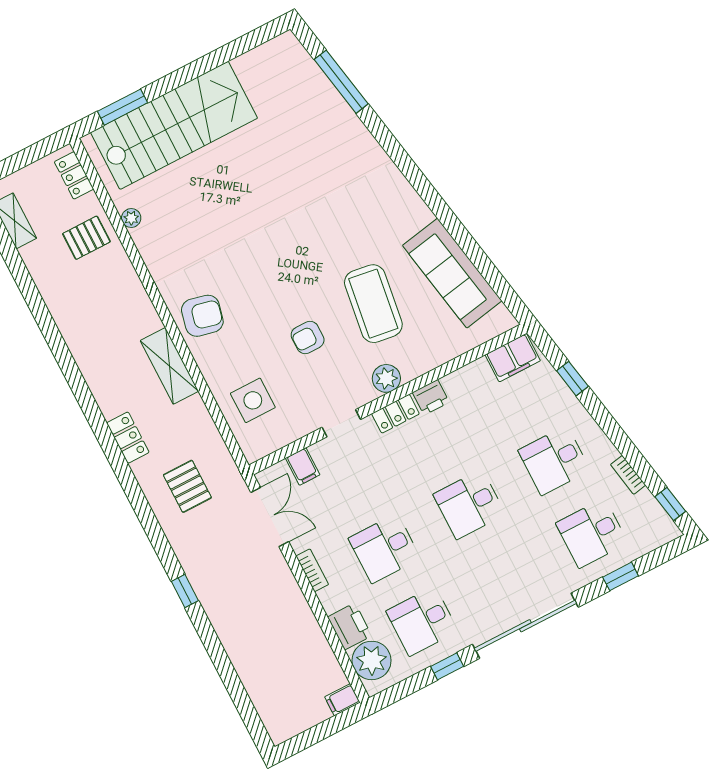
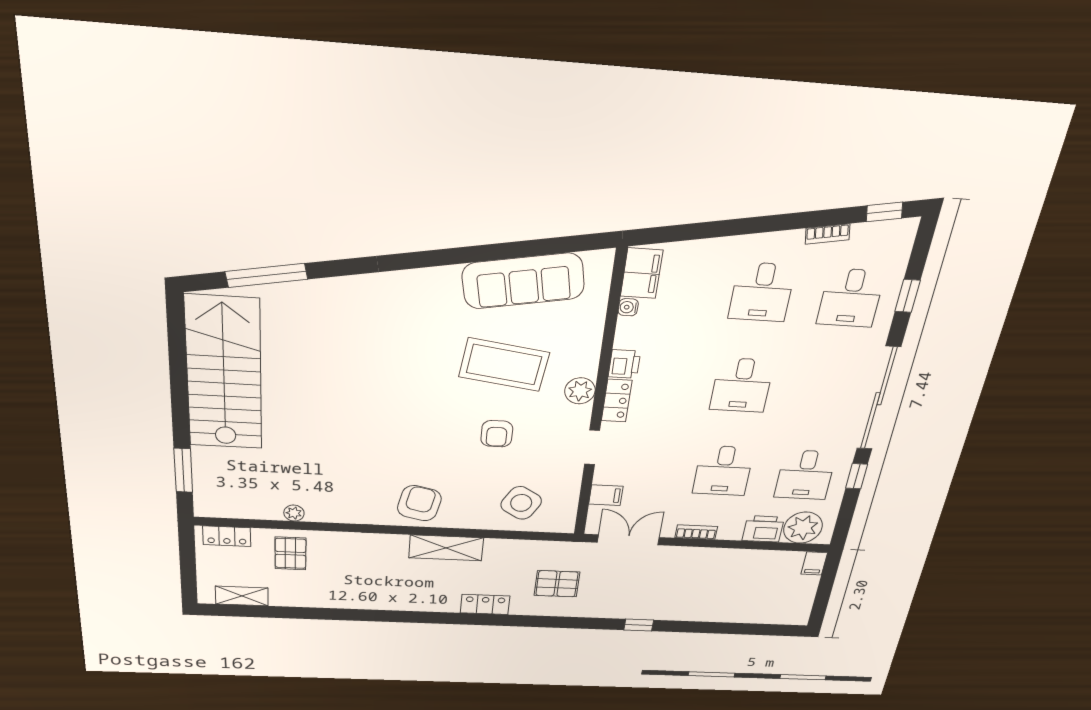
stairs: (174, 125) -> (224, 374), moved
water cooler: (479, 367) -> (628, 307), added
window: (572, 379) -> (702, 231), removed
side table: (253, 400) -> (521, 503), turned 31

